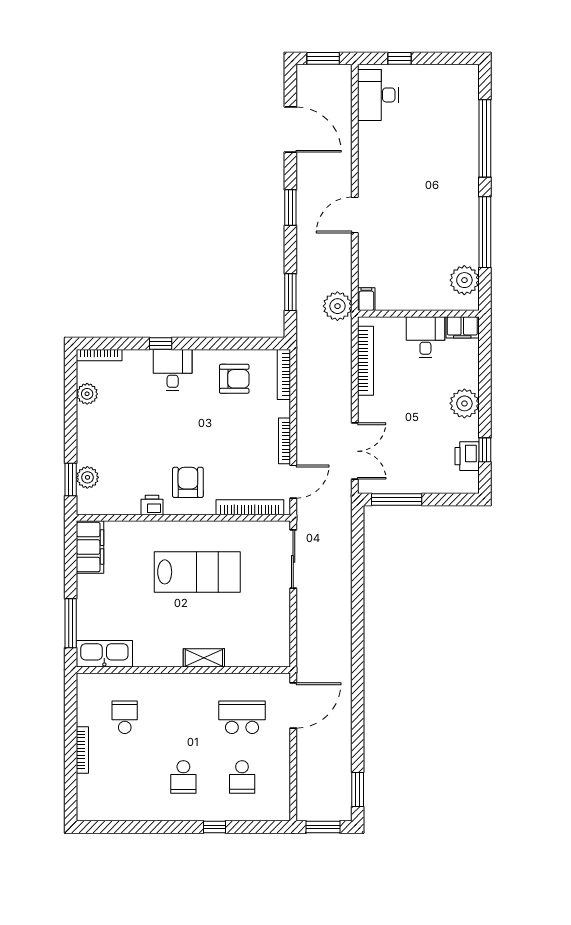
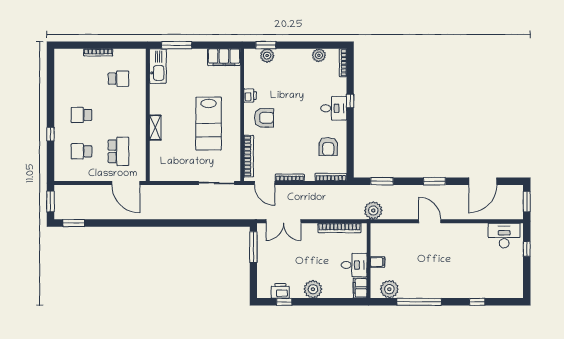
window: (485, 138) -> (477, 302), width x0.32
filing cabinet: (366, 299) -> (378, 262), moved

